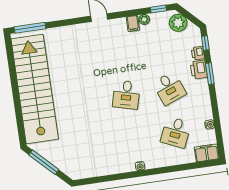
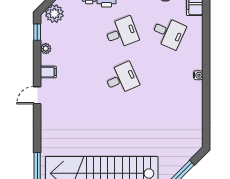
filing cabinet: (133, 23) -> (48, 72), moved
desk: (126, 95) -> (122, 79), turned -39

